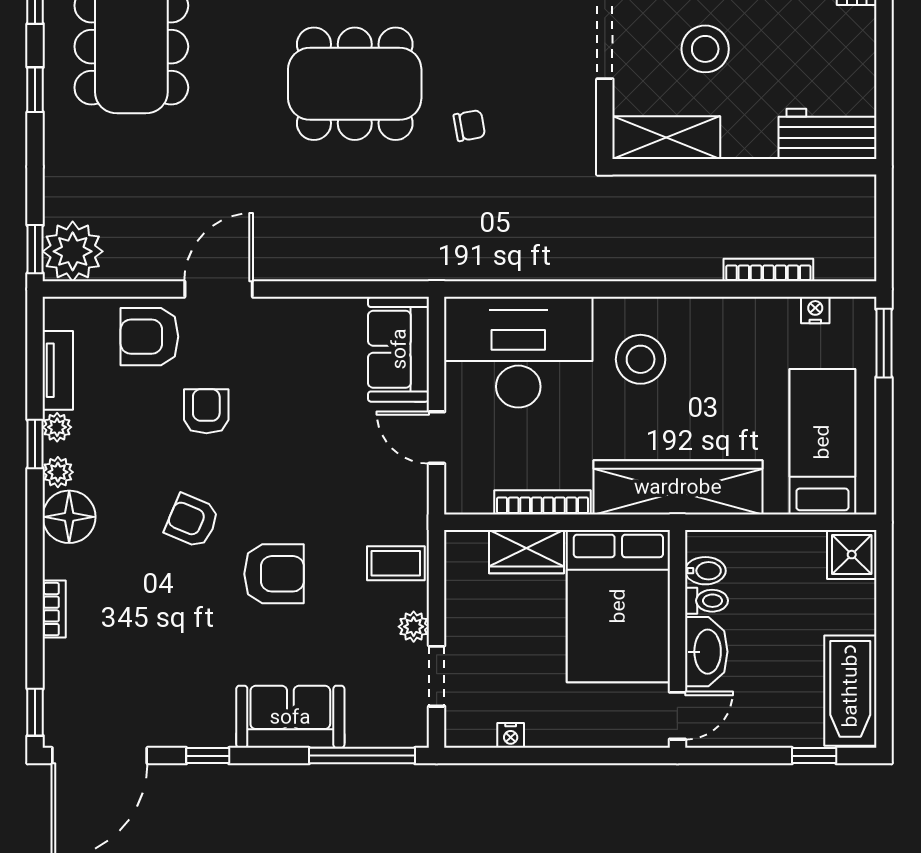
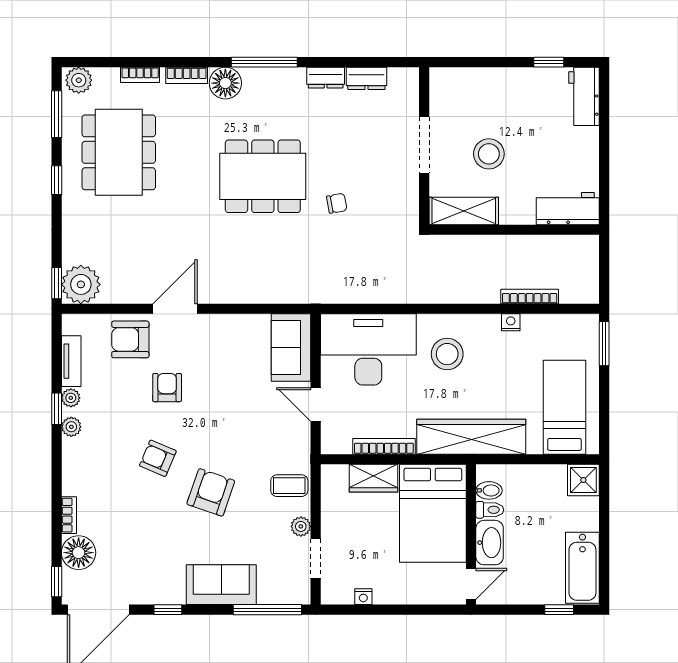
nightstand: (815, 310) -> (511, 322), moved
floor lamp: (69, 517) -> (79, 553), moved
armchair: (274, 574) -> (211, 492), turned -71

